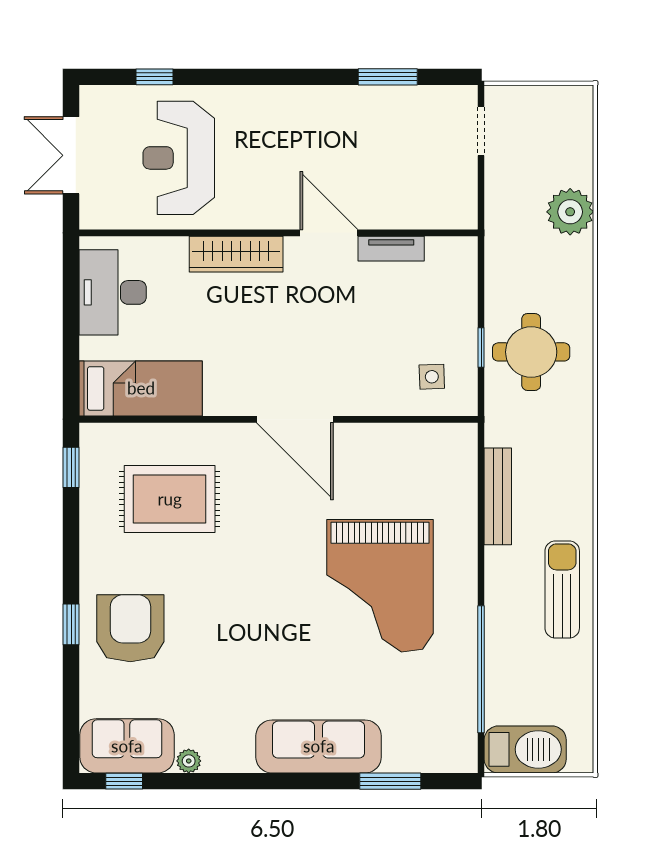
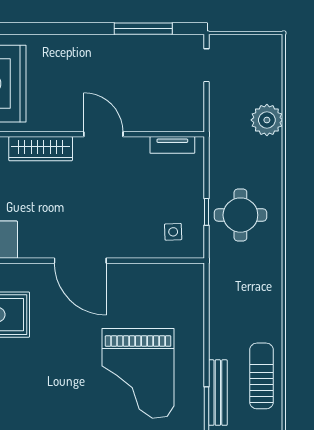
window: (388, 77) -> (143, 29), width x1.44
tv unit: (391, 249) -> (172, 145), moved
bench: (498, 496) -> (218, 393), moved

